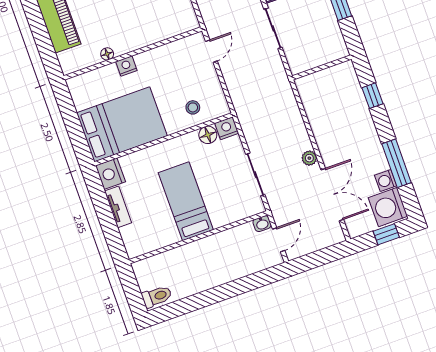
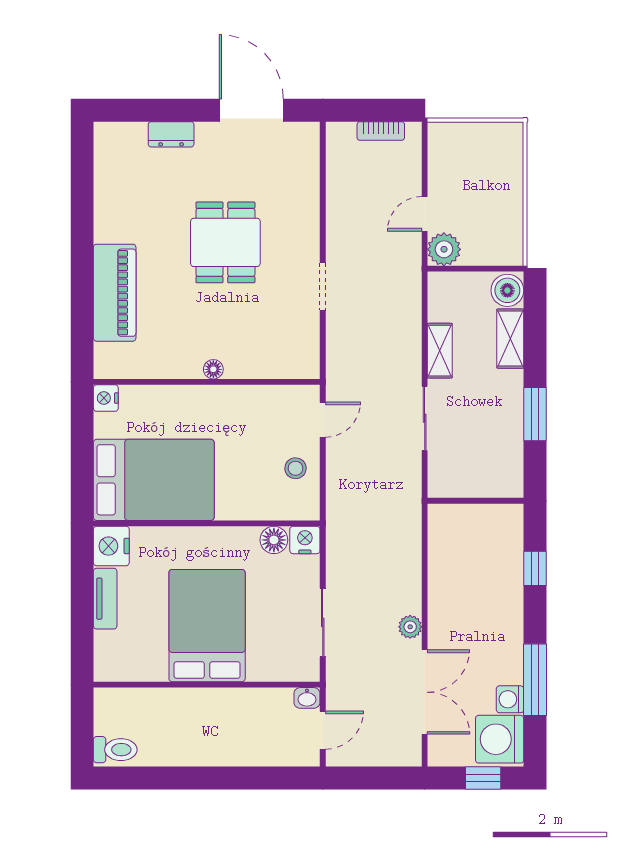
floor lamp: (107, 54) -> (213, 369), moved
nightstand: (126, 66) -> (106, 398), moved, turned -90
stool: (193, 107) -> (295, 468), moved
bed: (186, 201) -> (207, 626), width x1.50

